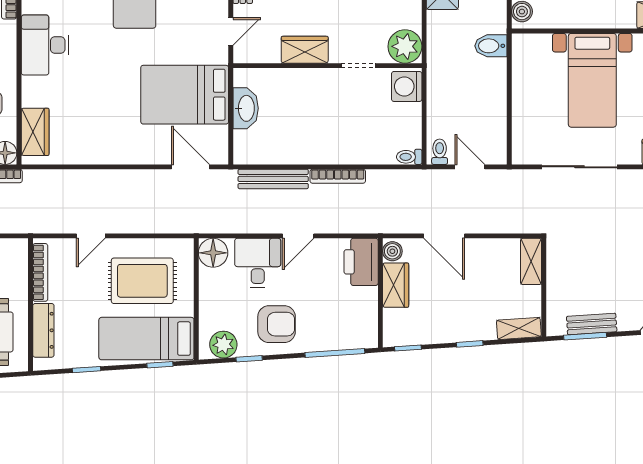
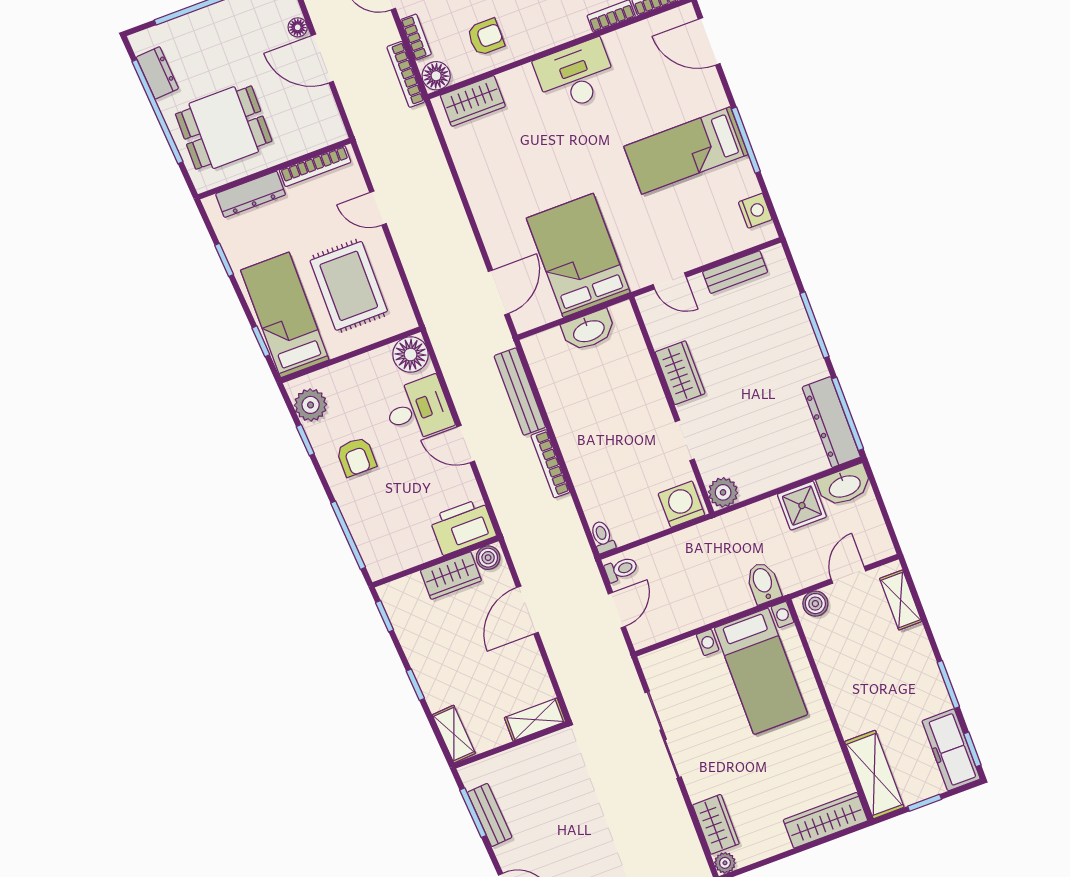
plant: (405, 46) -> (723, 492), width x0.73, depth x0.73
bed with nightstands: (592, 80) -> (761, 671), moved, turned -90
armchair: (277, 324) -> (356, 457), width x0.72, depth x0.72

